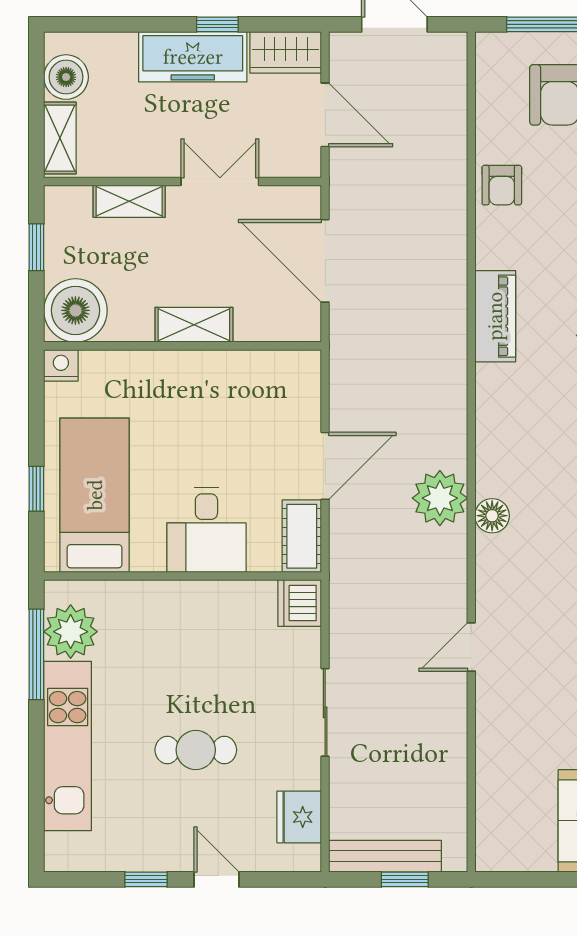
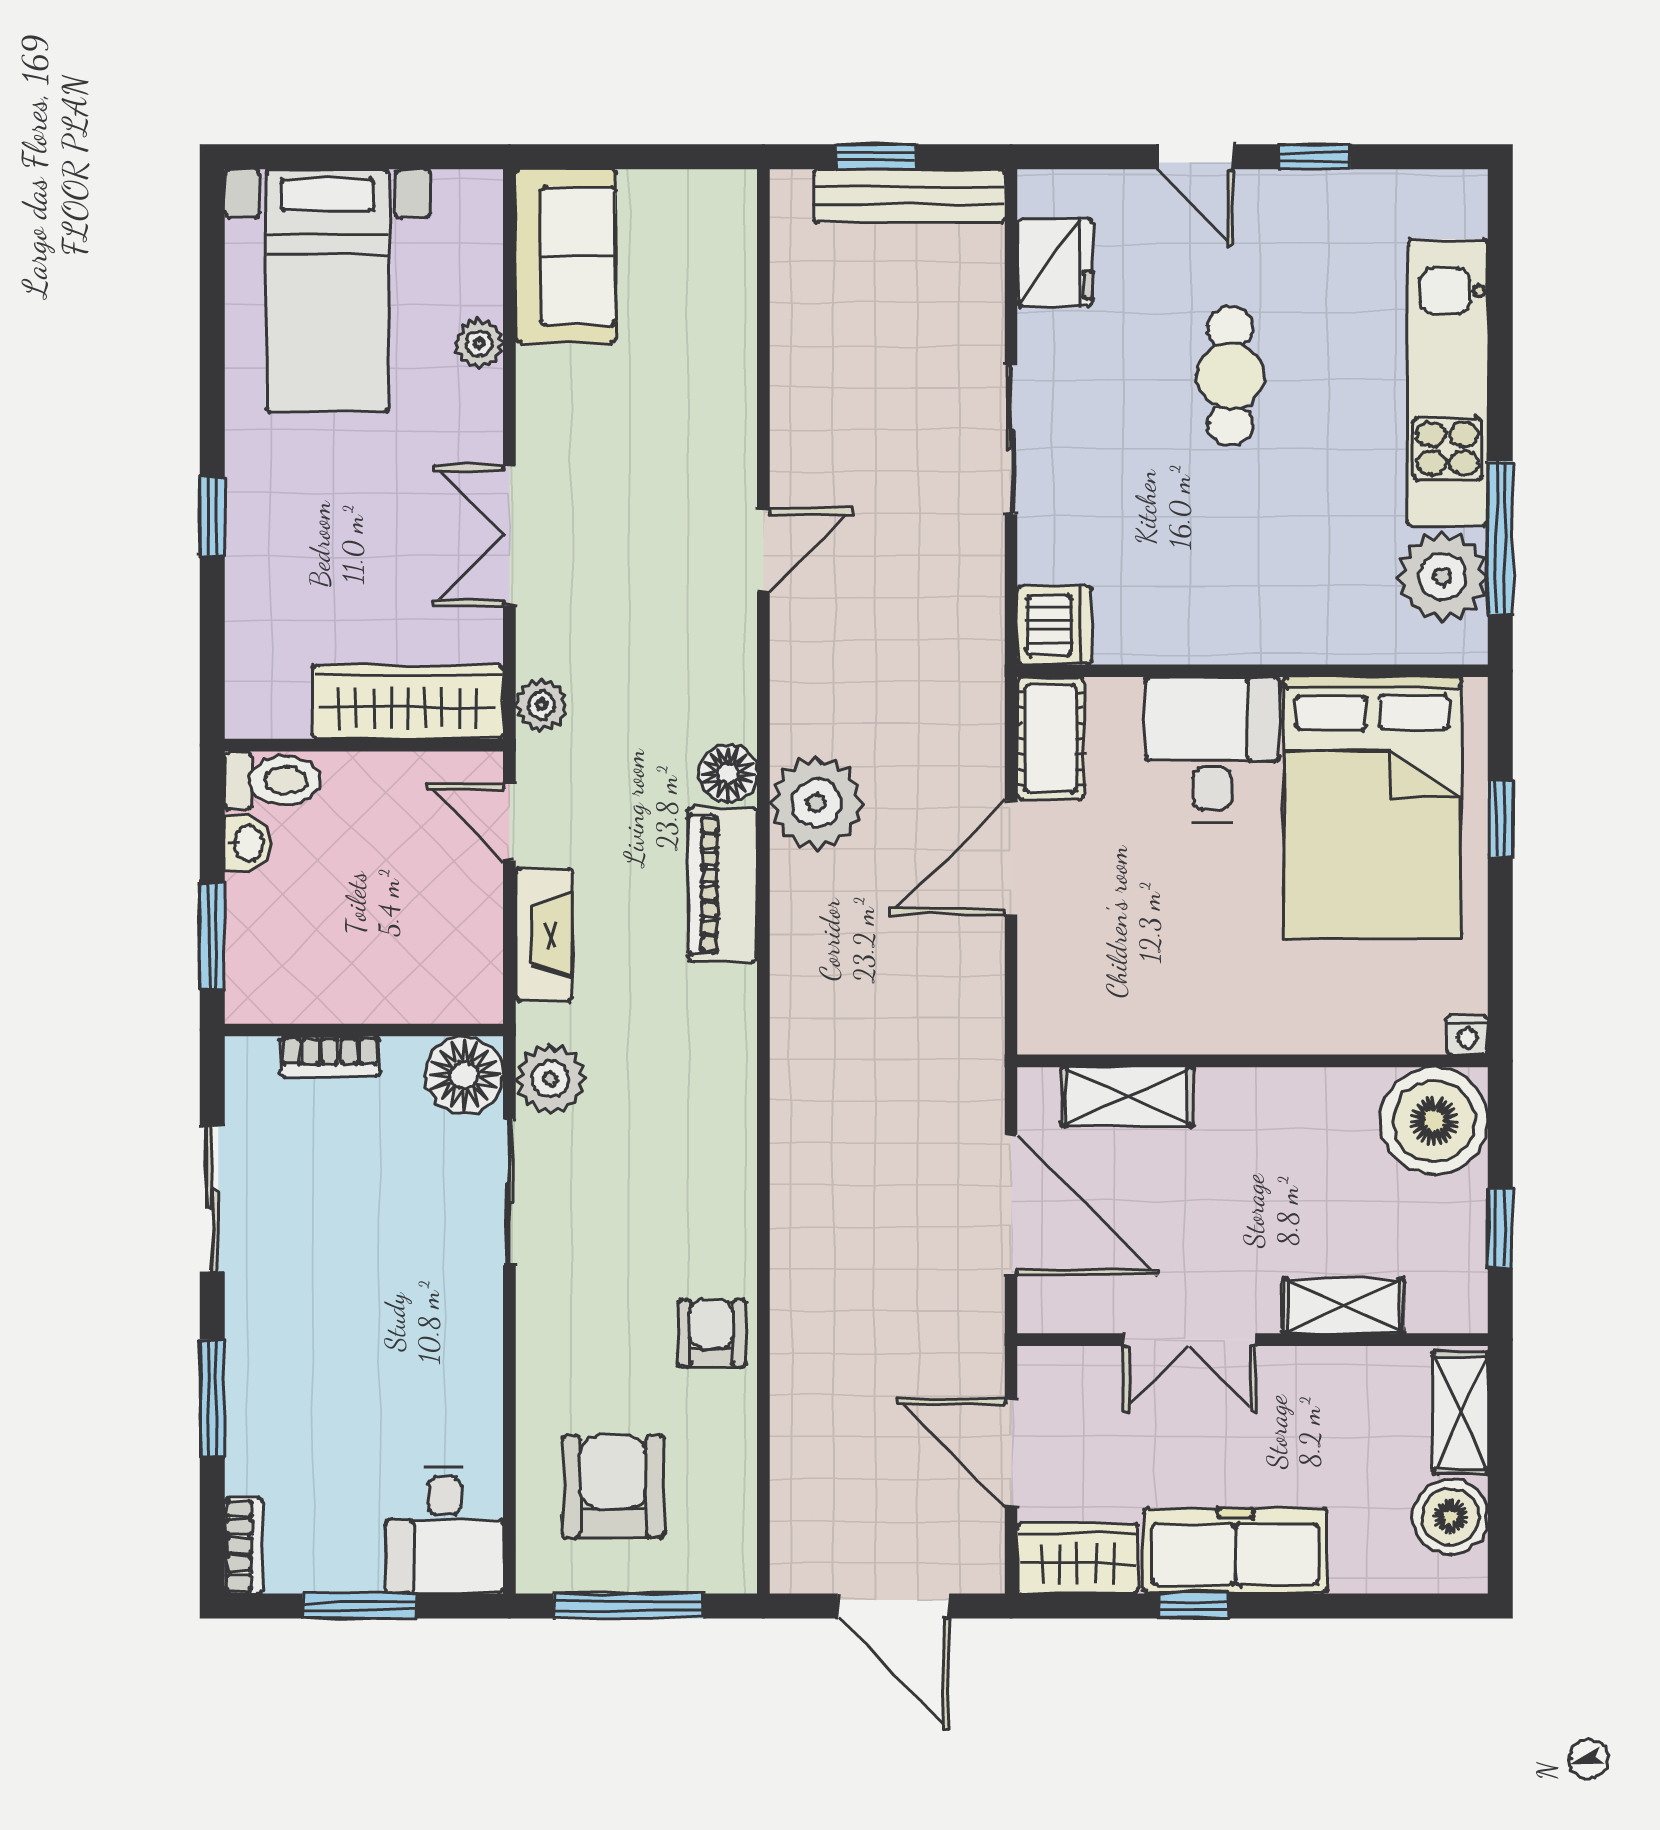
piano: (495, 316) -> (723, 884), moved
shelving: (194, 325) -> (1127, 1097), moved
nightstand: (61, 365) -> (1467, 1035), width x0.72, depth x0.74
bed: (95, 495) -> (1372, 808), width x1.50
cafe table: (196, 750) -> (1230, 376), turned 90

